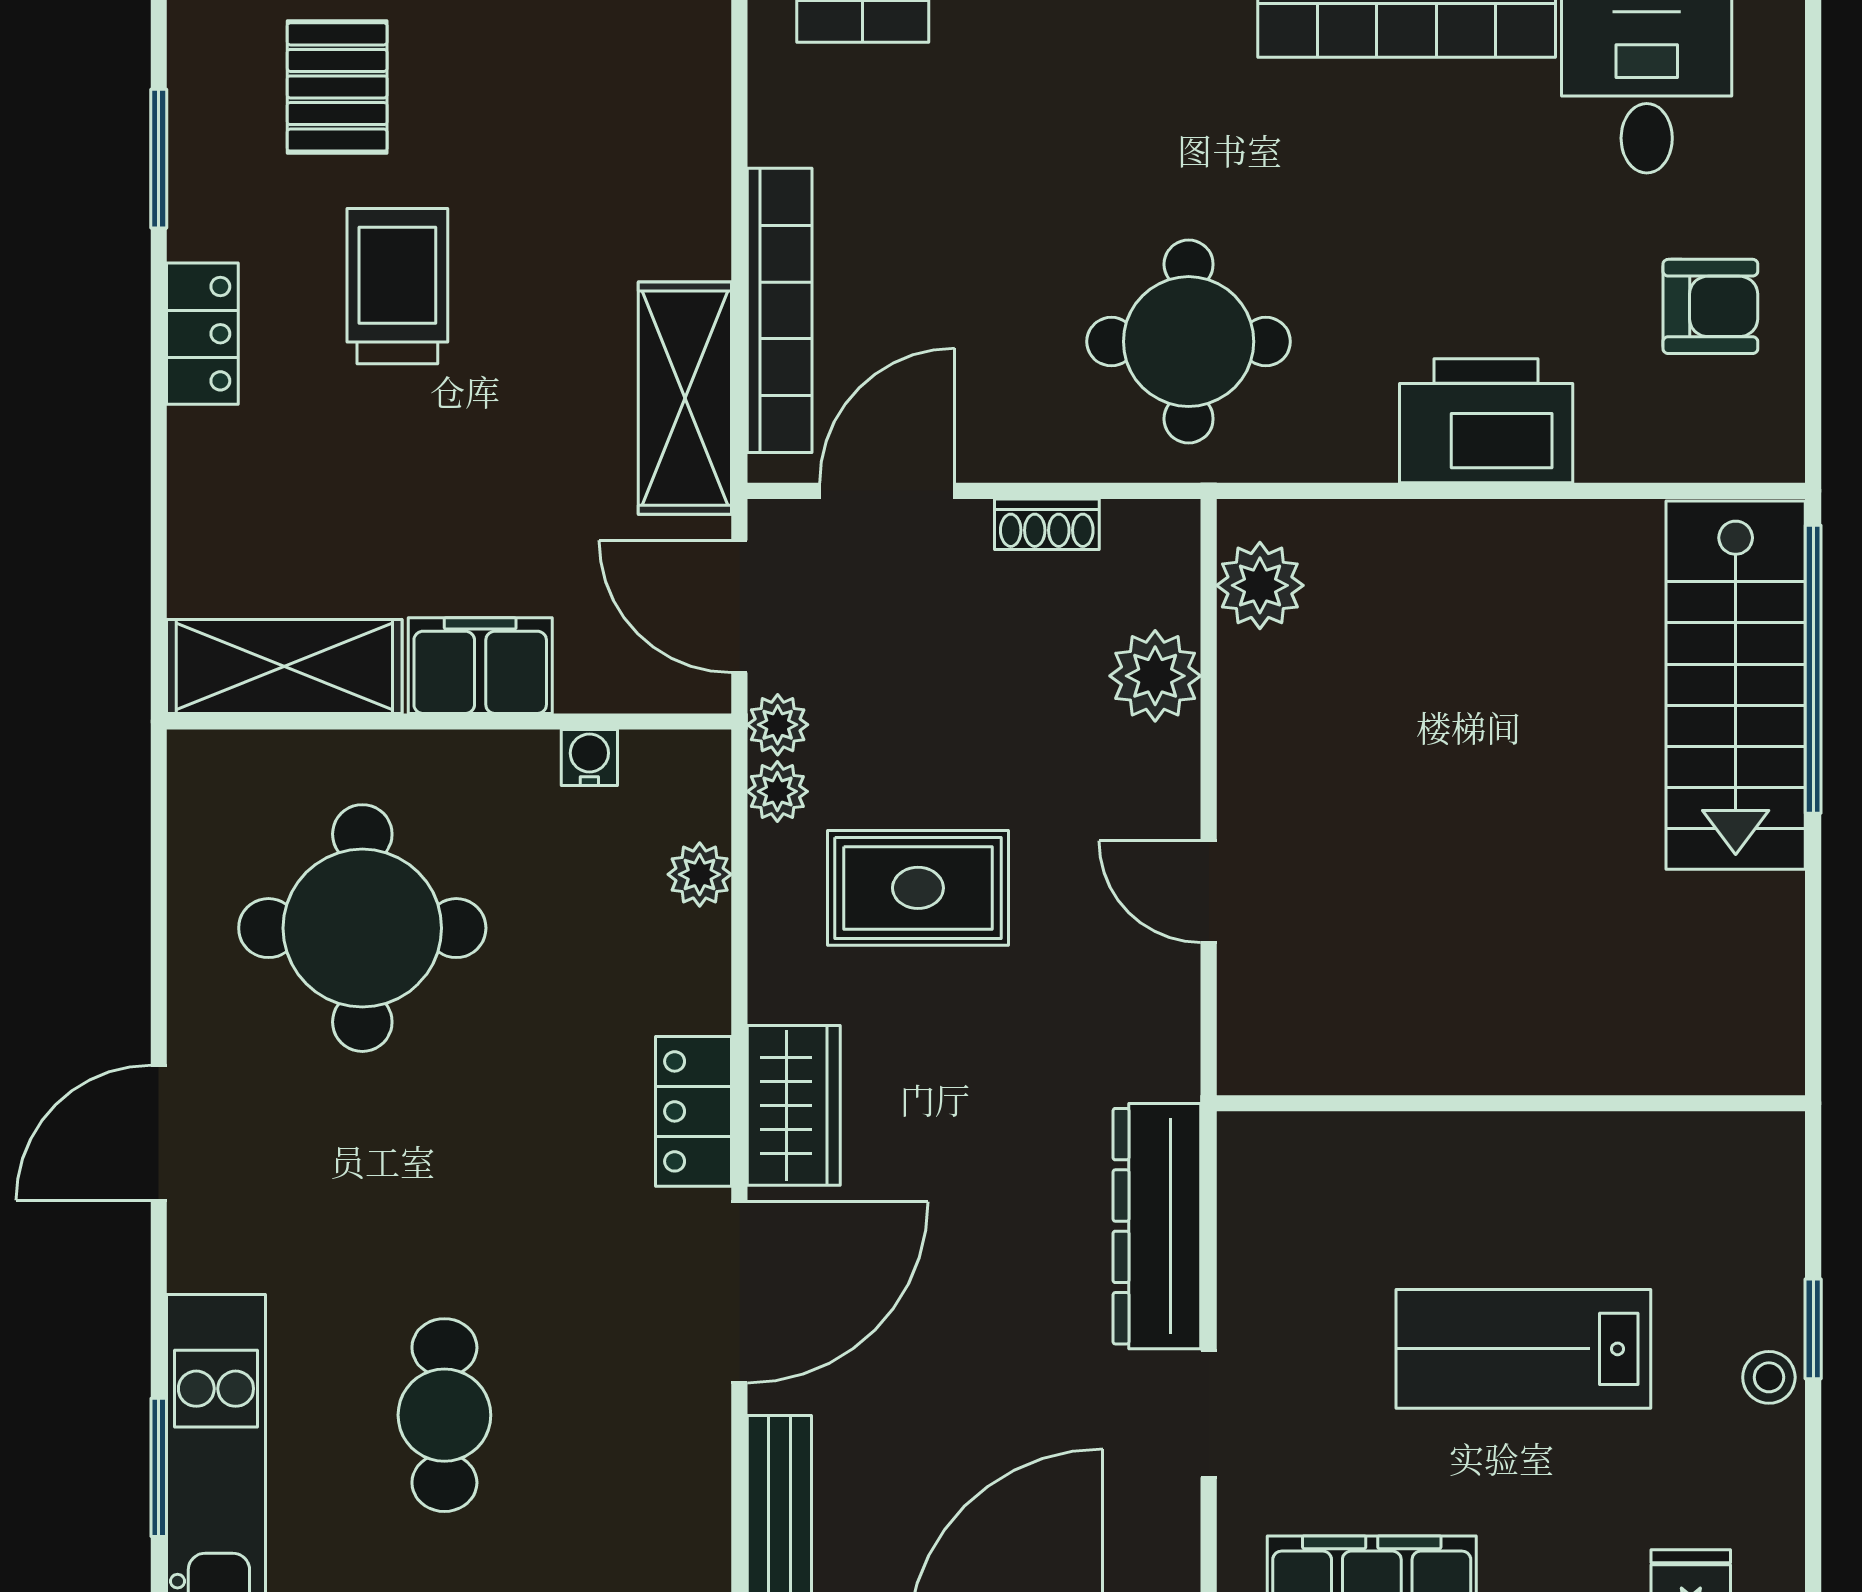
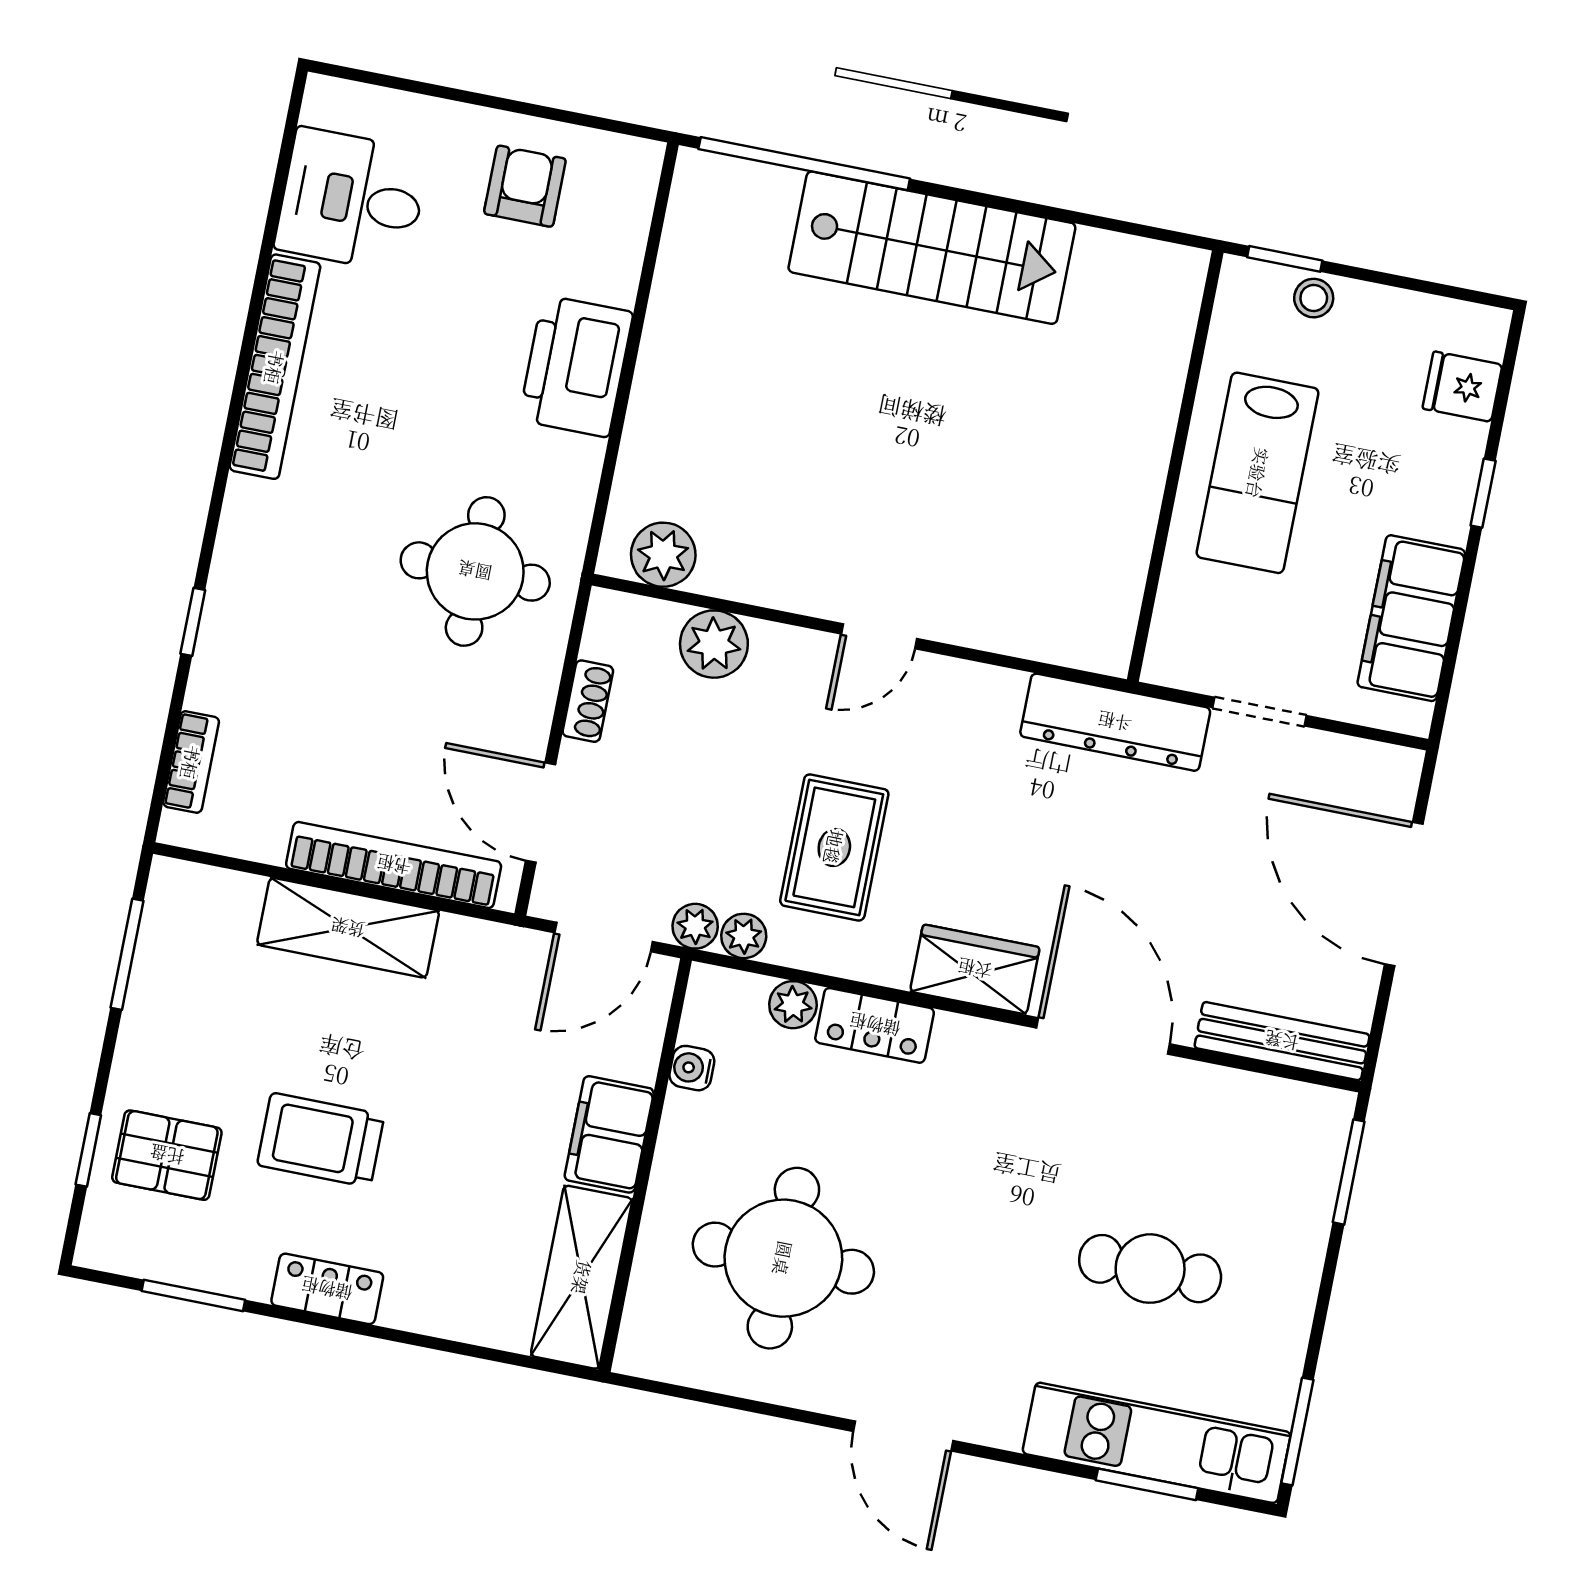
shelving: (685, 398) -> (348, 928), moved
stairs: (1736, 685) -> (932, 248), moved
wall: (1511, 1103) -> (1175, 466), moved
locker: (694, 1111) -> (875, 1025), moved

